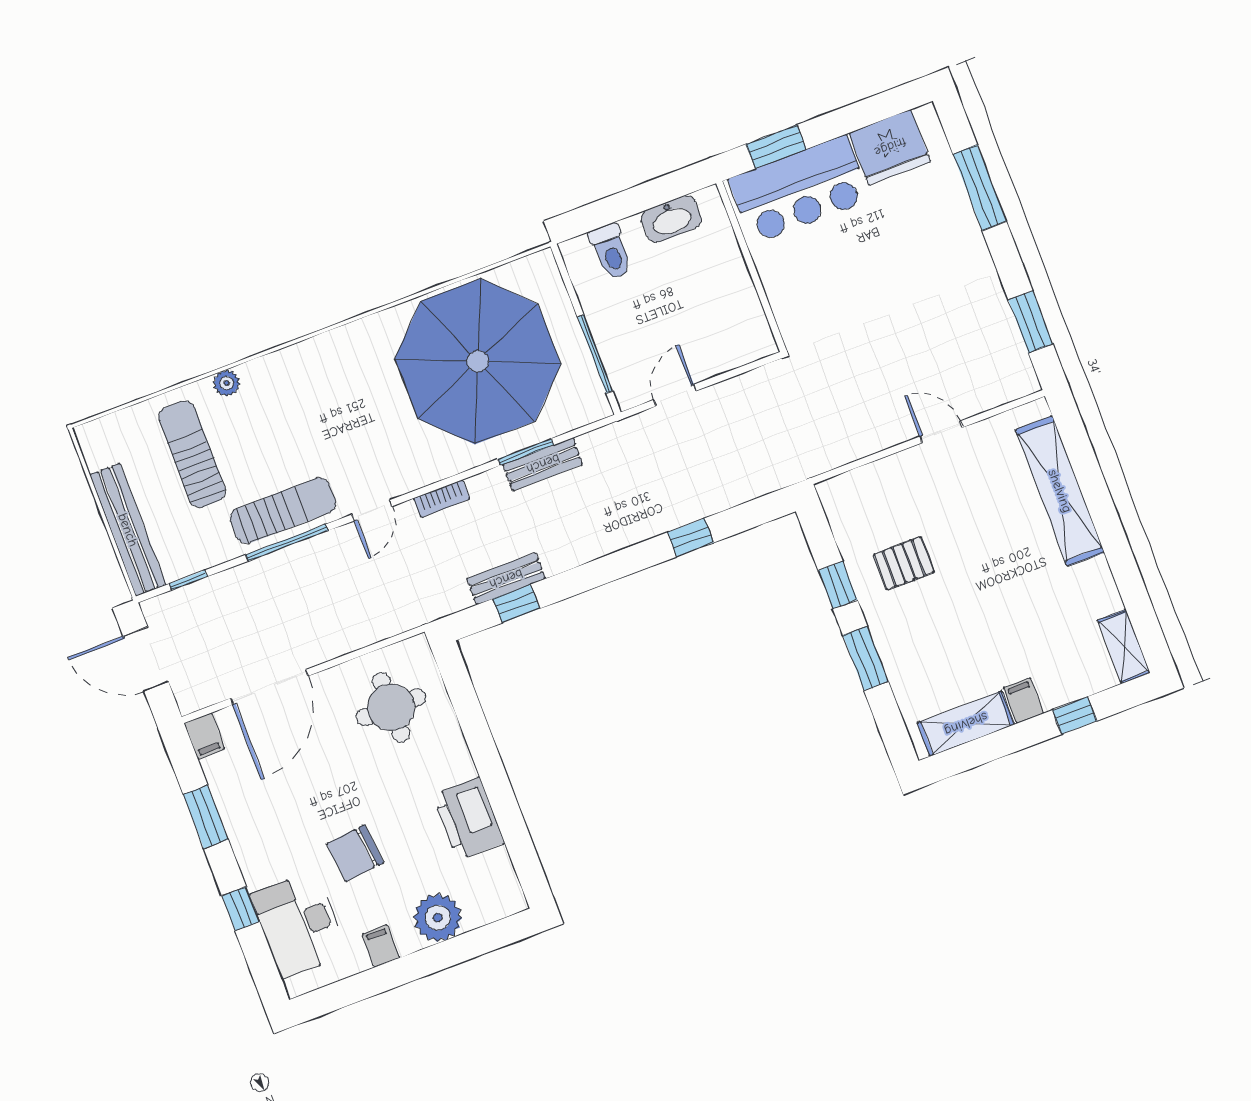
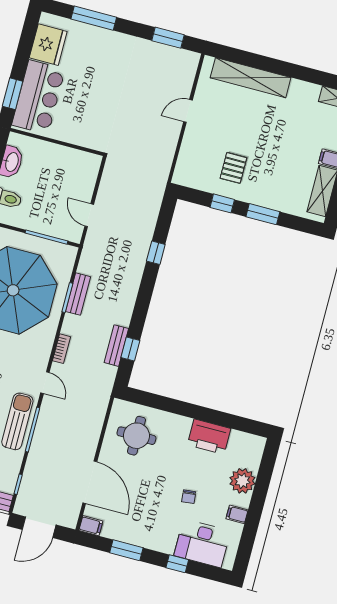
chair: (355, 853) -> (189, 497), width x0.54, depth x0.54

